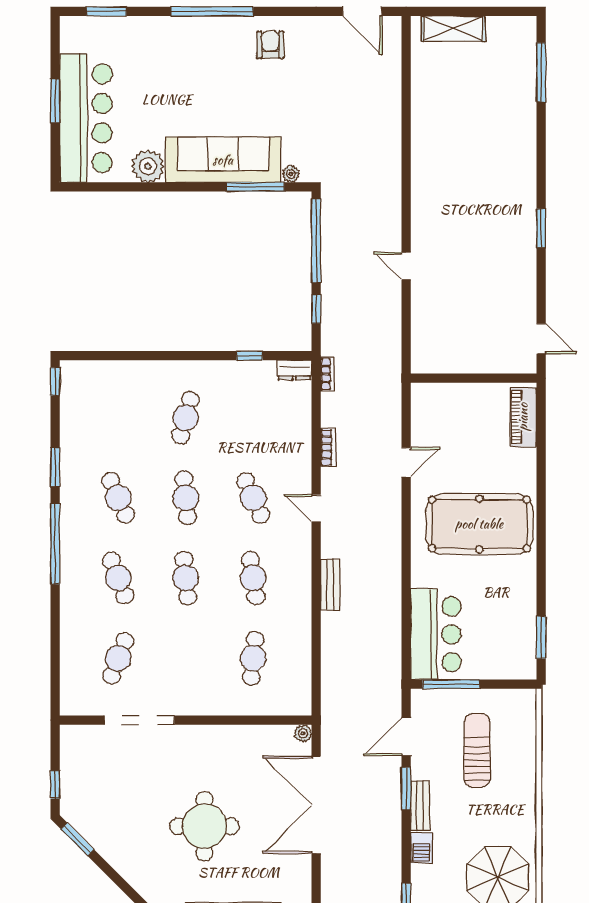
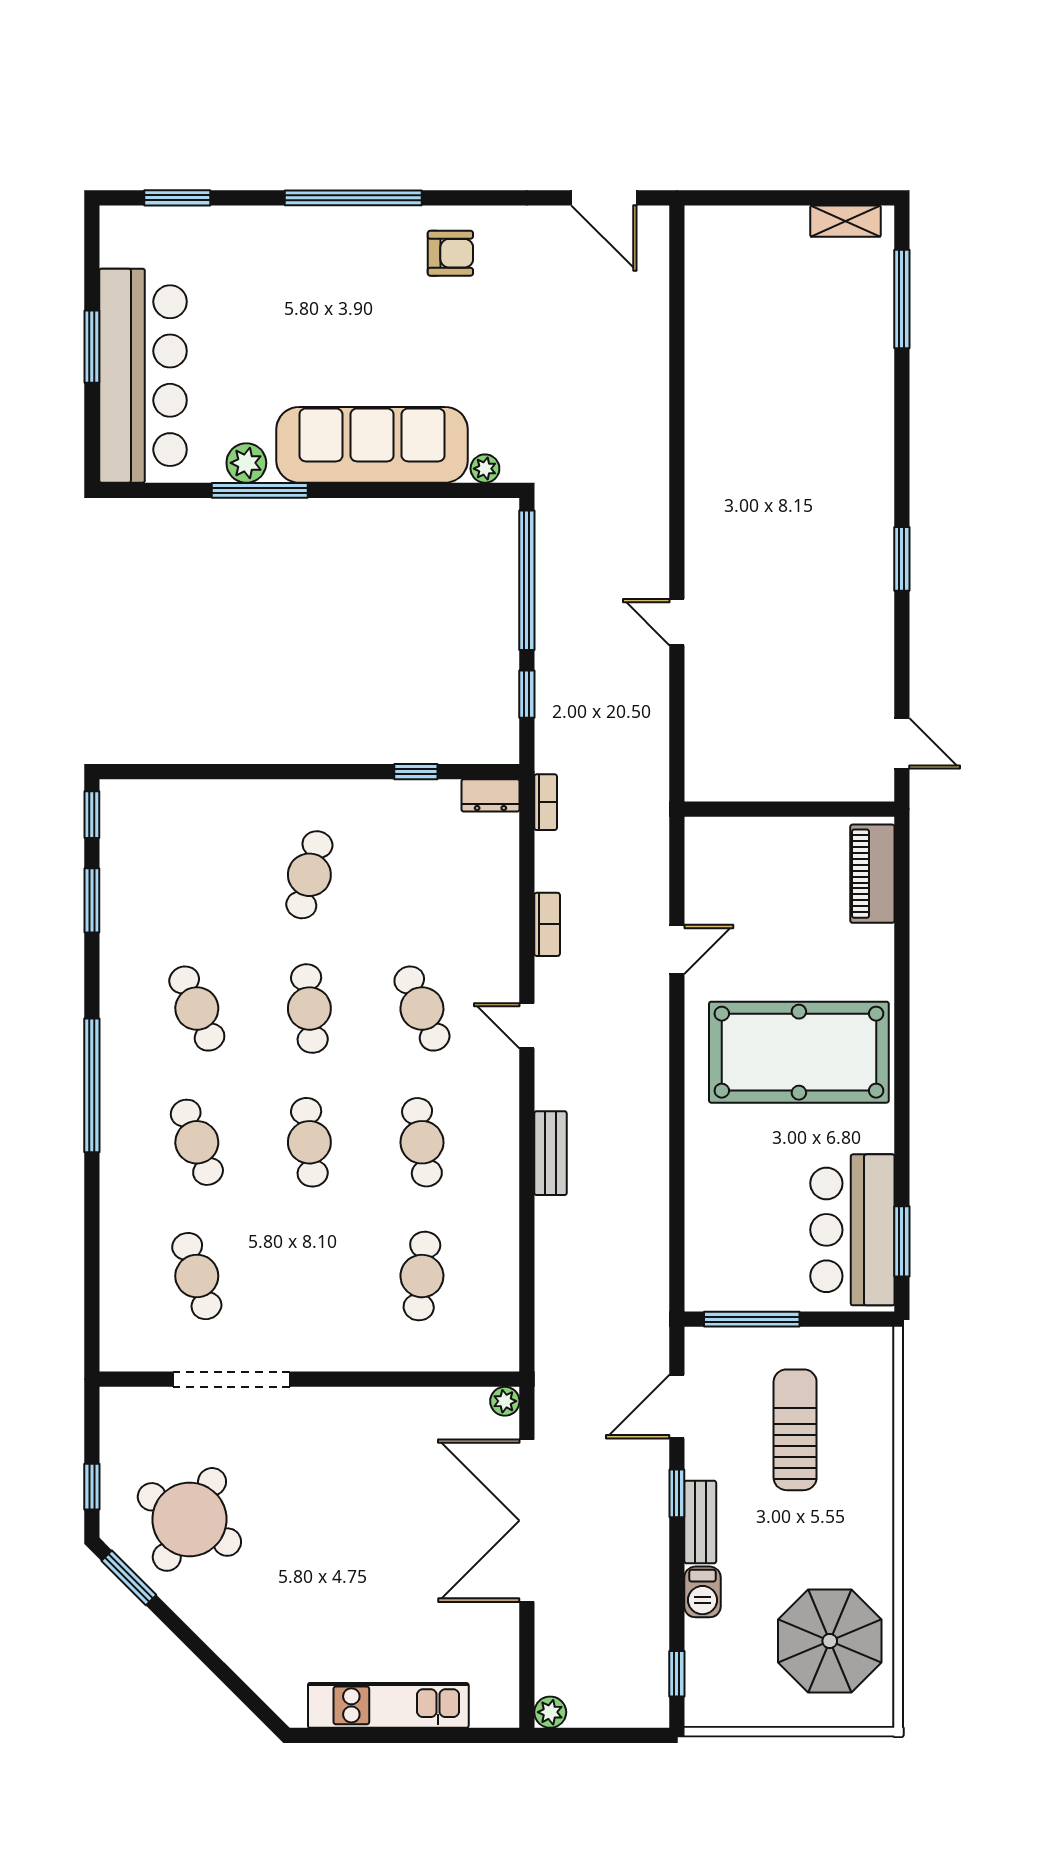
shelving: (453, 29) -> (846, 221), moved, width x0.67, depth x0.75
armchair: (270, 45) -> (450, 253), turned 90
plant: (148, 166) -> (246, 463), width x0.73, depth x0.73
window: (255, 187) -> (260, 490), moved
window: (55, 467) -> (92, 900), moved
bar counter: (436, 634) -> (852, 1230), moved, turned 180
cafe table: (118, 658) -> (197, 1276), turned -39
window: (406, 789) -> (677, 1493), width x0.67
round table: (205, 826) -> (189, 1519), moved, turned 31

